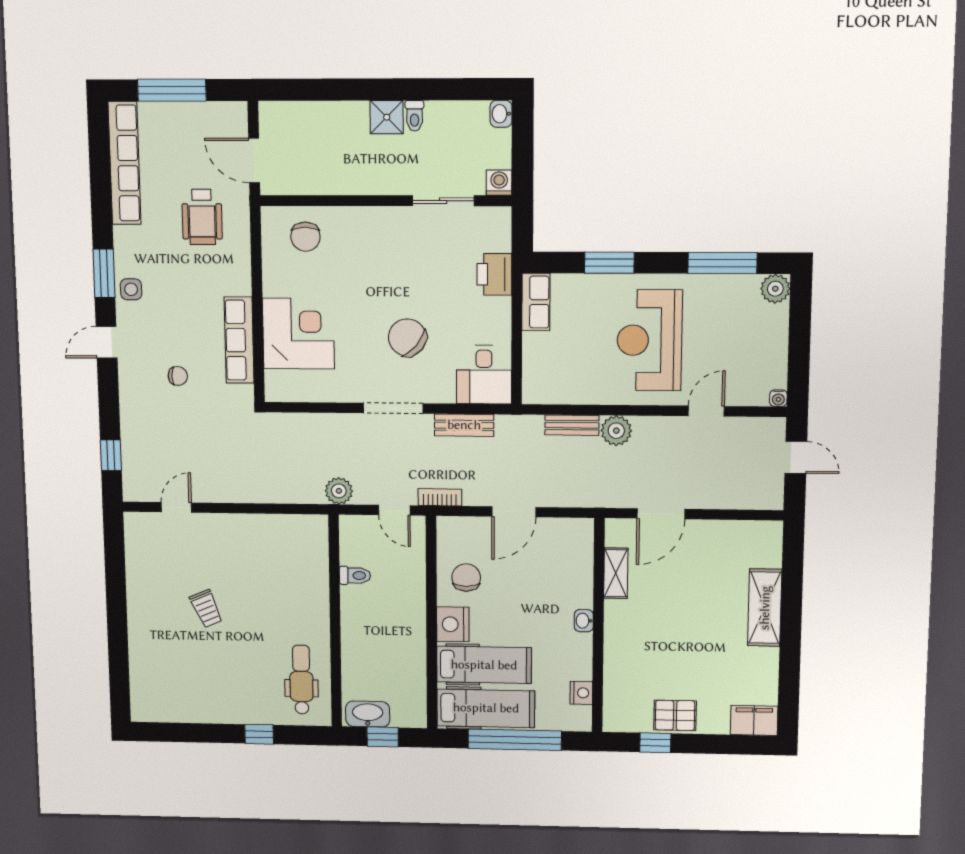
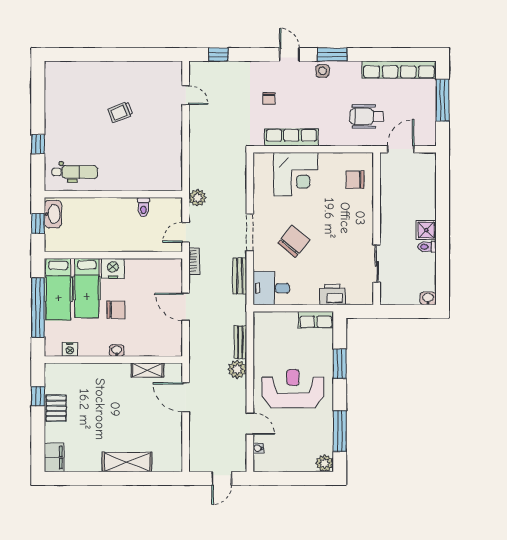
washing machine: (499, 183) -> (387, 297), removed
water cooler: (778, 398) -> (258, 448), moved
chair: (466, 578) -> (116, 310), moved

